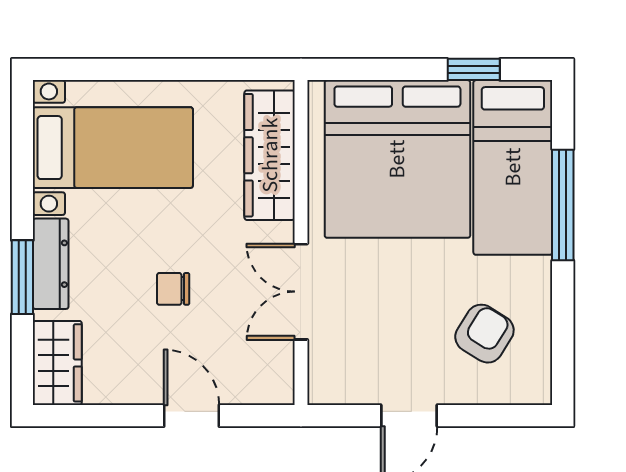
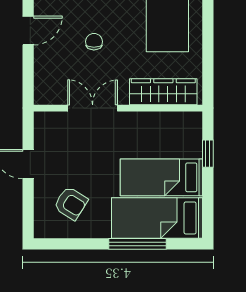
window: (474, 69) -> (208, 154), moved
bed: (397, 159) -> (161, 177), width x0.49
door: (191, 416) -> (28, 30), moved

